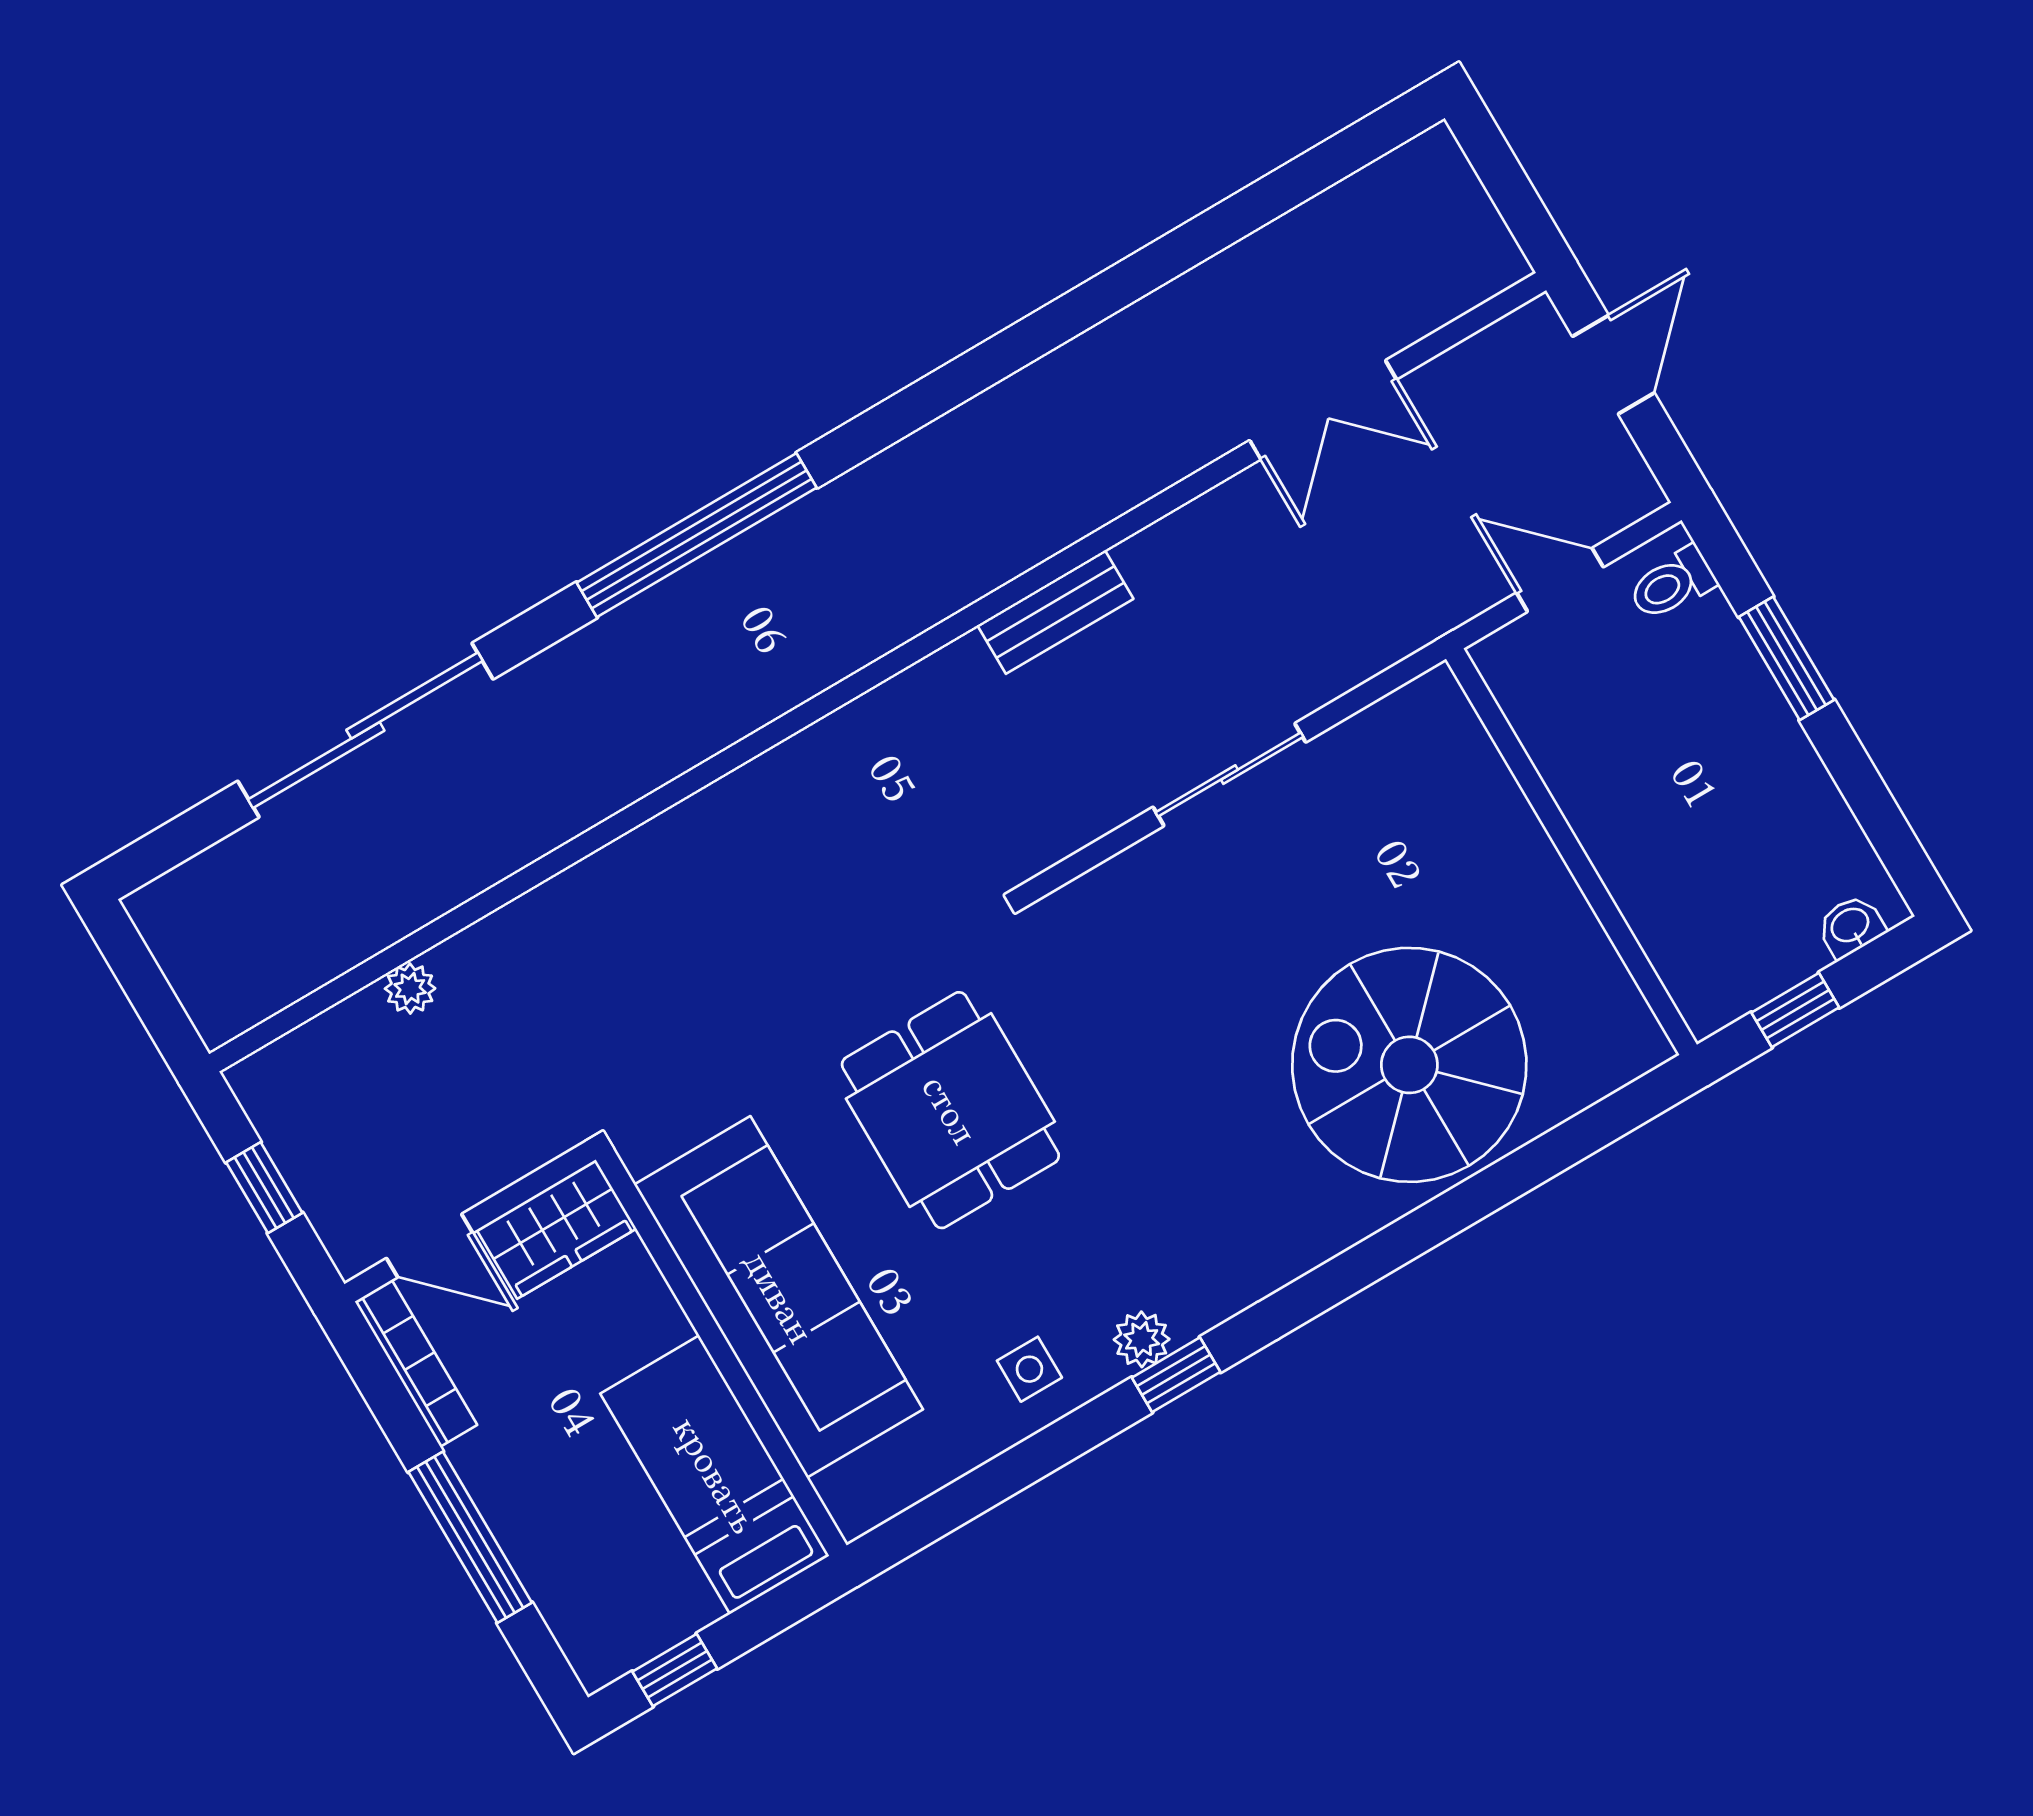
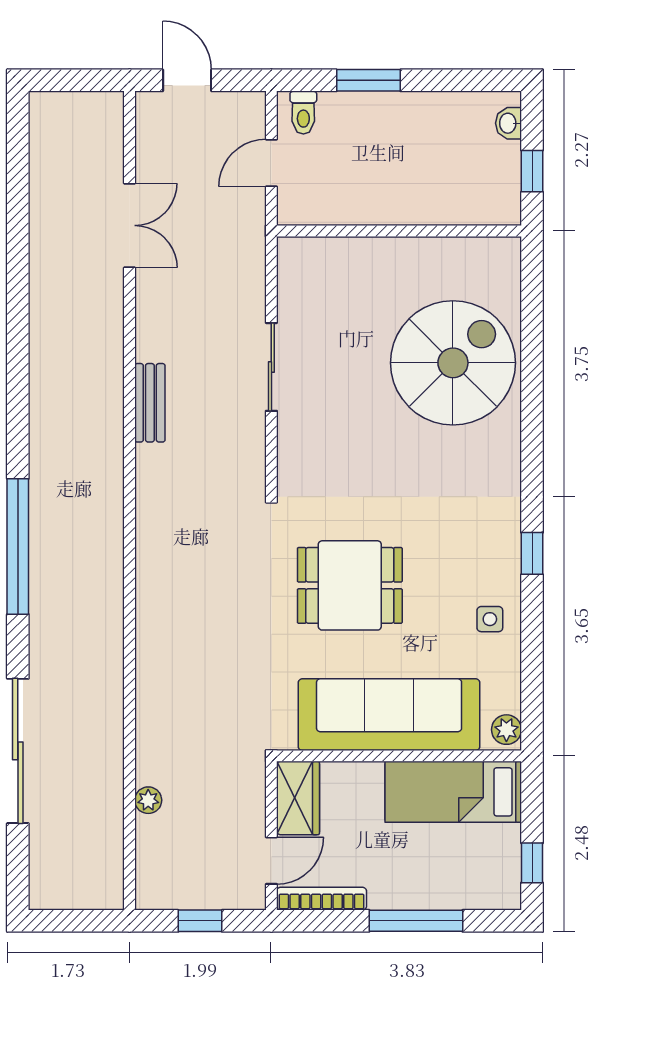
spiral stairs: (1409, 1065) -> (453, 363), turned 180
plant: (1142, 1339) -> (506, 730), moved

